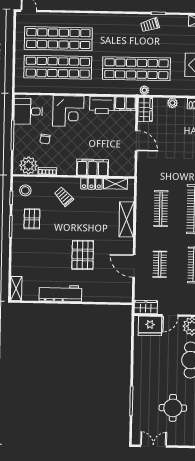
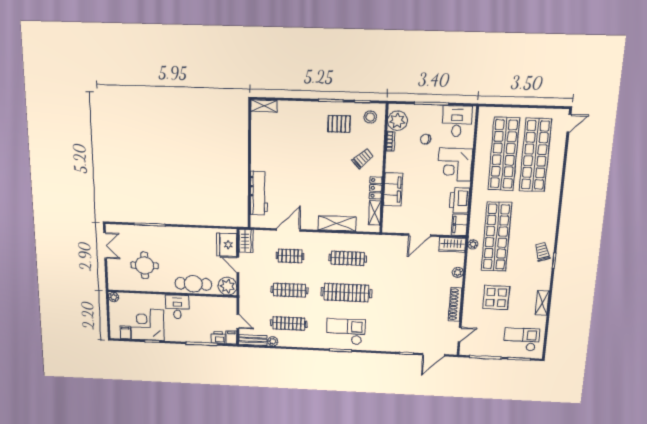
pallet: (83, 255) -> (300, 177), removed
workbench: (60, 293) -> (259, 193), moved

